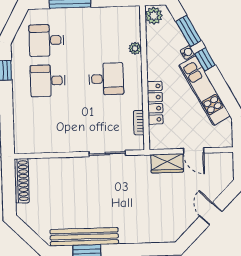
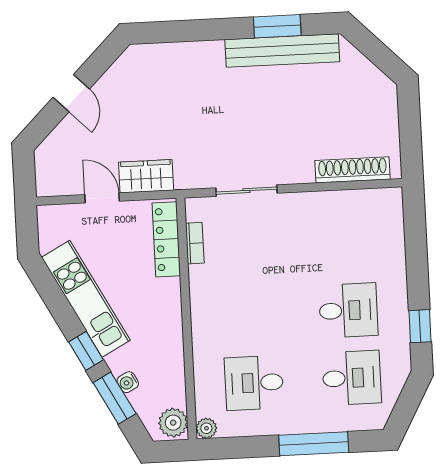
plant: (135, 48) -> (206, 428), moved
water cooler: (187, 52) -> (128, 382), moved
desk: (106, 79) -> (254, 383), moved
locker: (155, 103) -> (166, 239), moved
shoe rack: (22, 181) -> (353, 170), moved, turned 90

